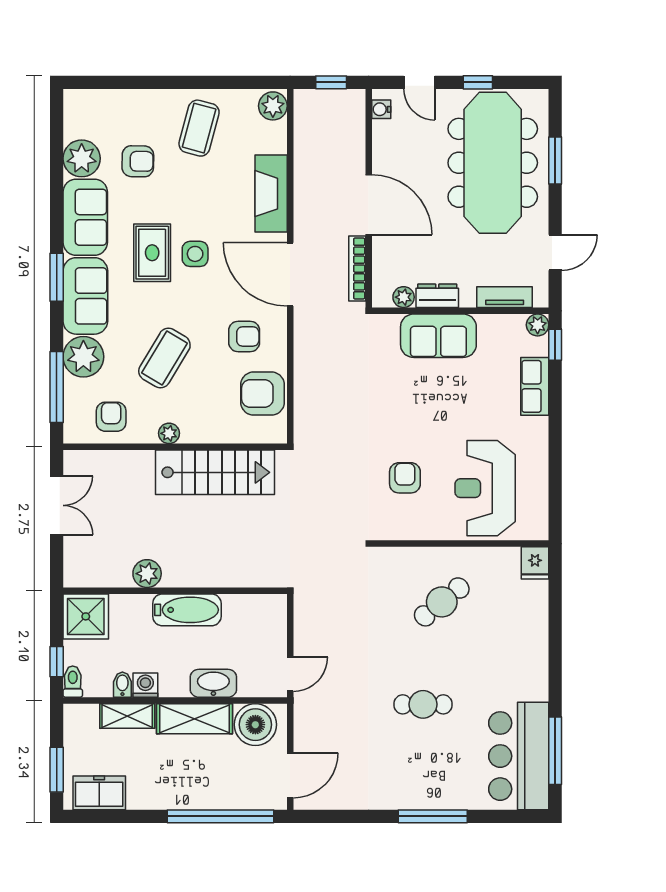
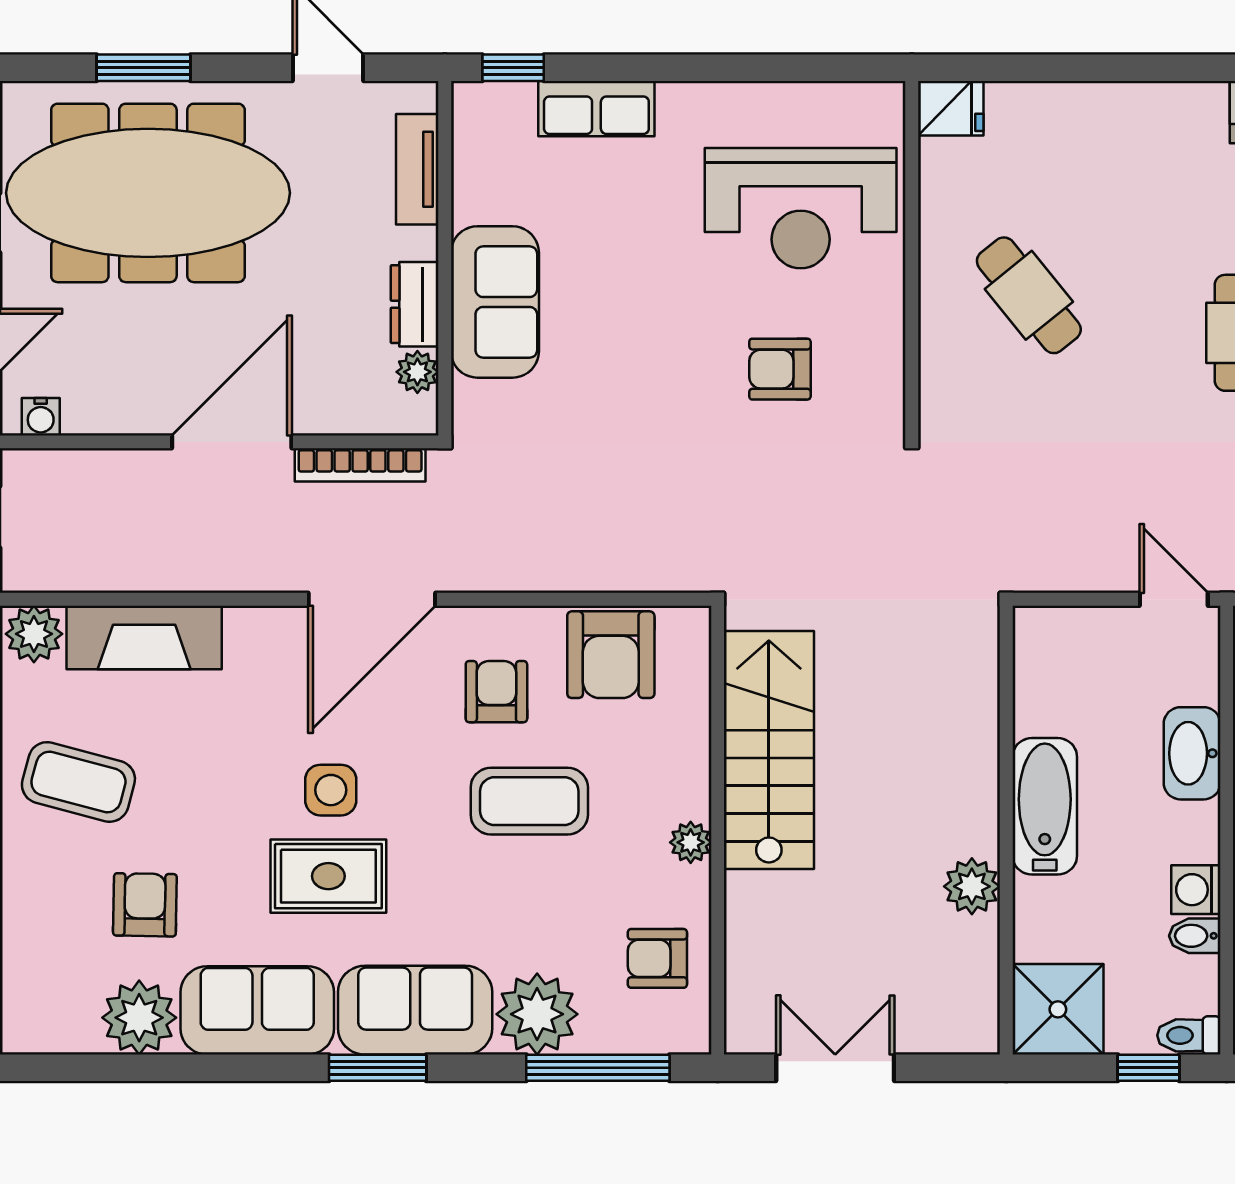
fireplace: (271, 194) -> (144, 637), moved
plant: (538, 325) -> (473, 103), removed
coffee table: (164, 358) -> (529, 801), moved, turned -31

